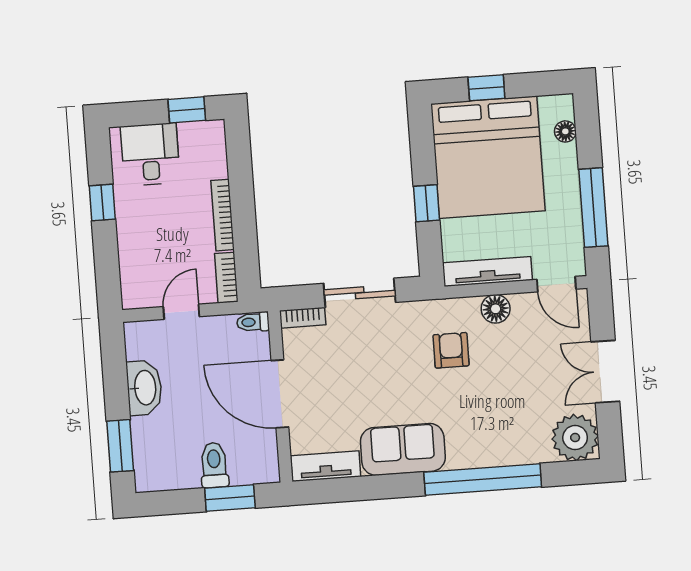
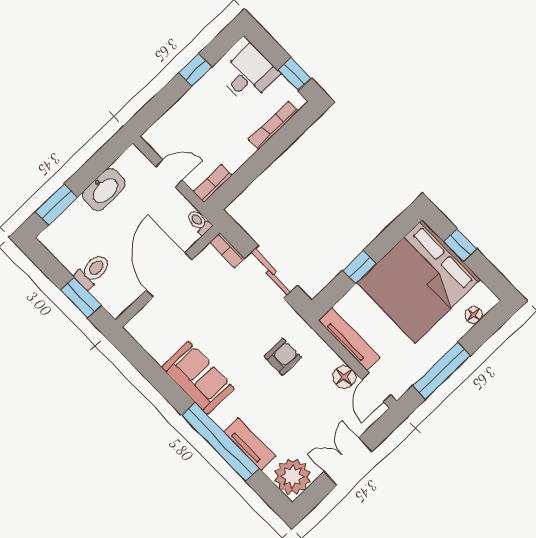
bookcase: (223, 215) -> (273, 125), moved
floor lamp: (496, 309) -> (344, 377), moved
tv unit: (326, 466) -> (250, 444), moved

